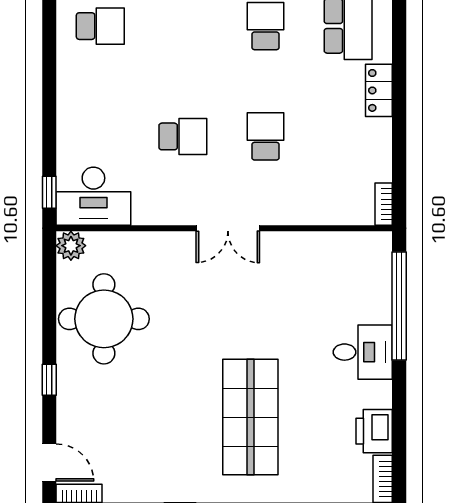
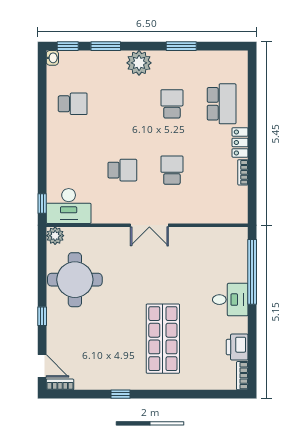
bookcase: (384, 204) -> (243, 172), moved

